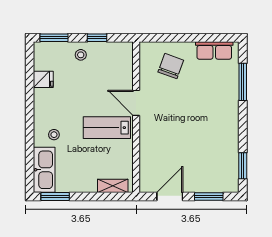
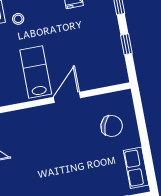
stool: (81, 55) -> (106, 31), removed

